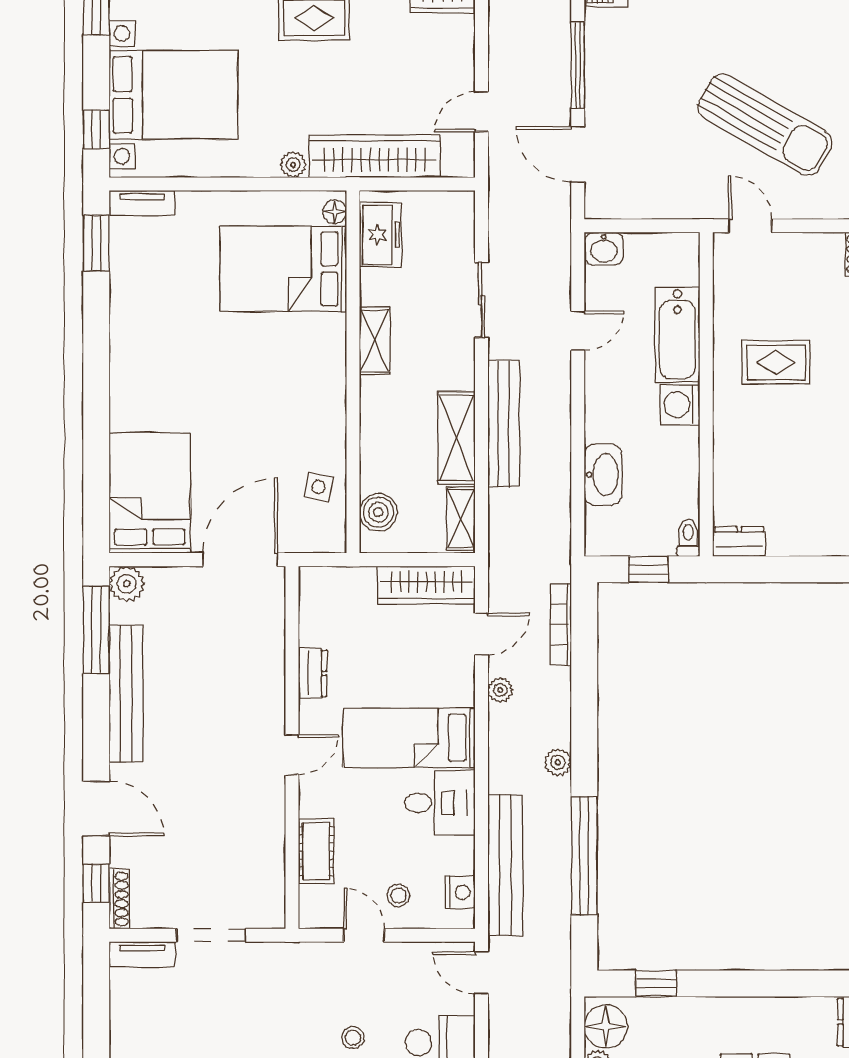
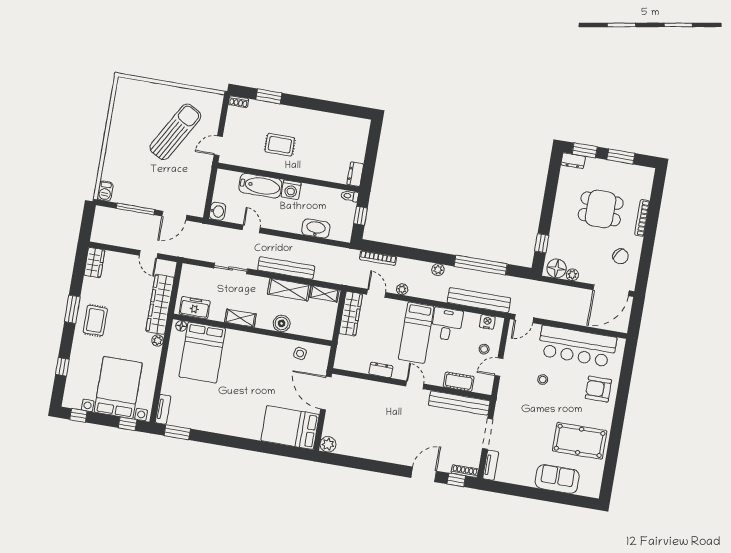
rug: (776, 362) -> (280, 145), turned 90
boiler: (378, 512) -> (282, 323), moved
window: (96, 630) -> (346, 461), removed
bench: (126, 693) -> (459, 403), moved

